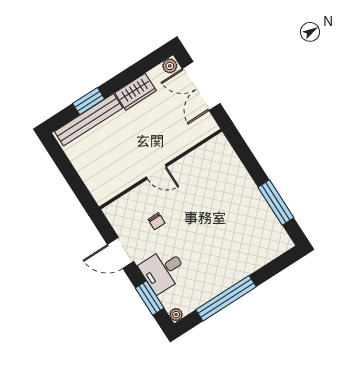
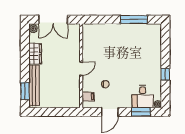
window: (89, 101) -> (25, 91), moved
filing cabinet: (123, 208) -> (88, 97), added
desk: (163, 270) -> (143, 96), moved
window: (226, 298) -> (165, 74), width x0.32

